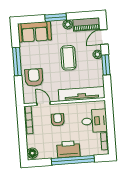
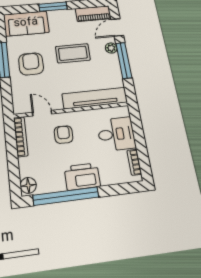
plant: (68, 24) -> (69, 14), removed
coffee table: (68, 58) -> (73, 53), turned 90
window: (106, 65) -> (124, 60), width x1.44
armchair: (34, 78) -> (31, 64), moved
window: (73, 160) -> (66, 196), moved

